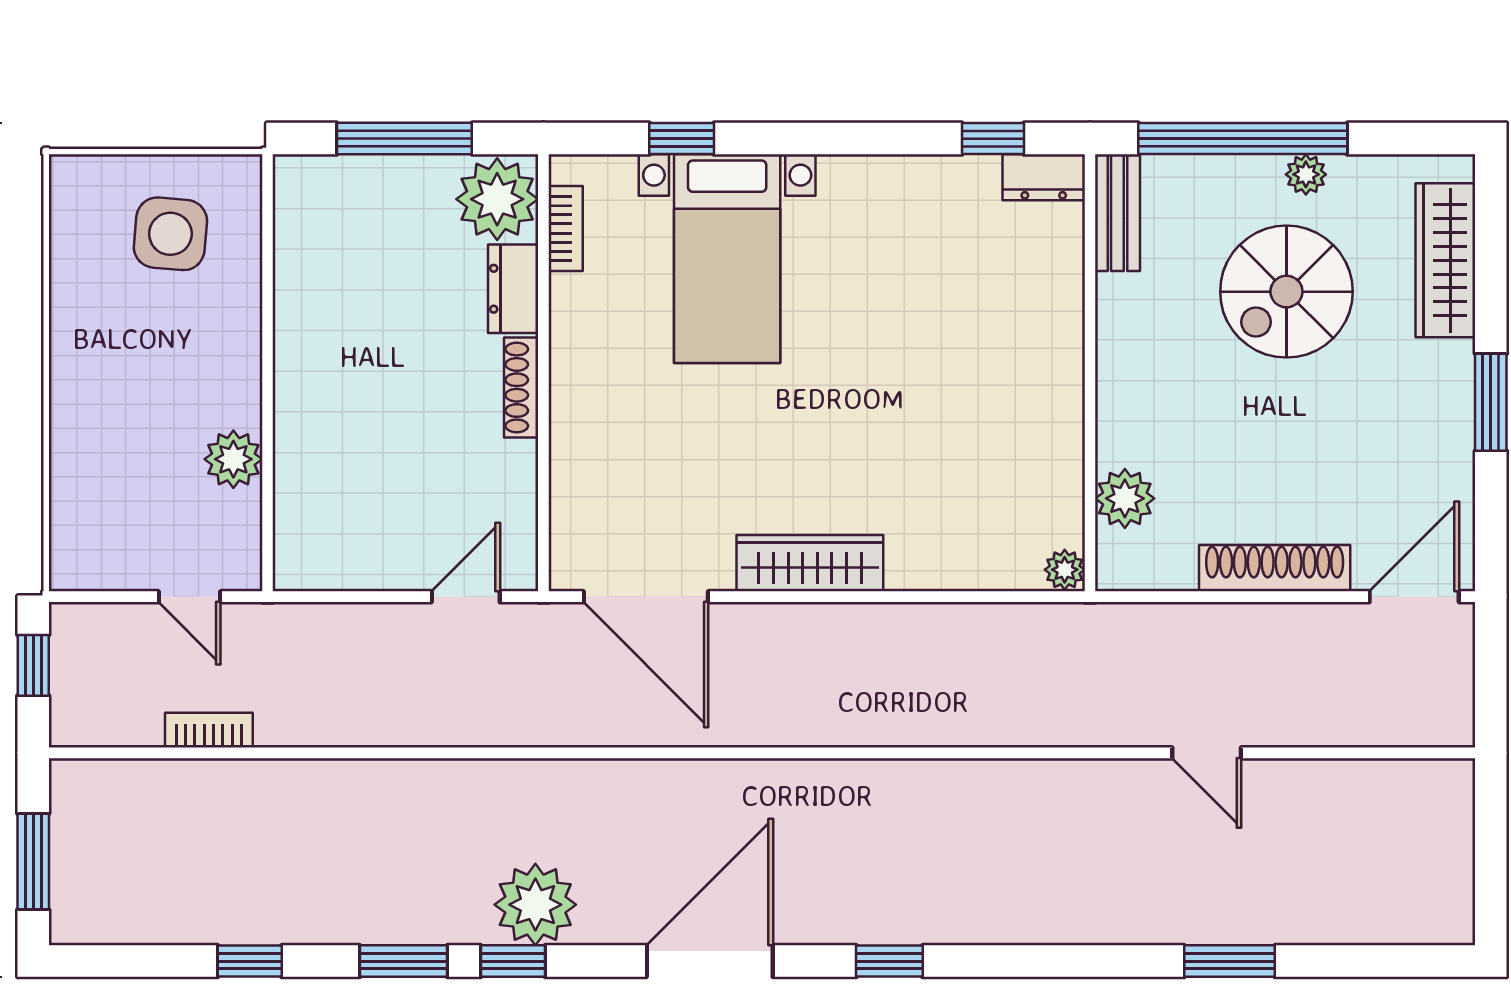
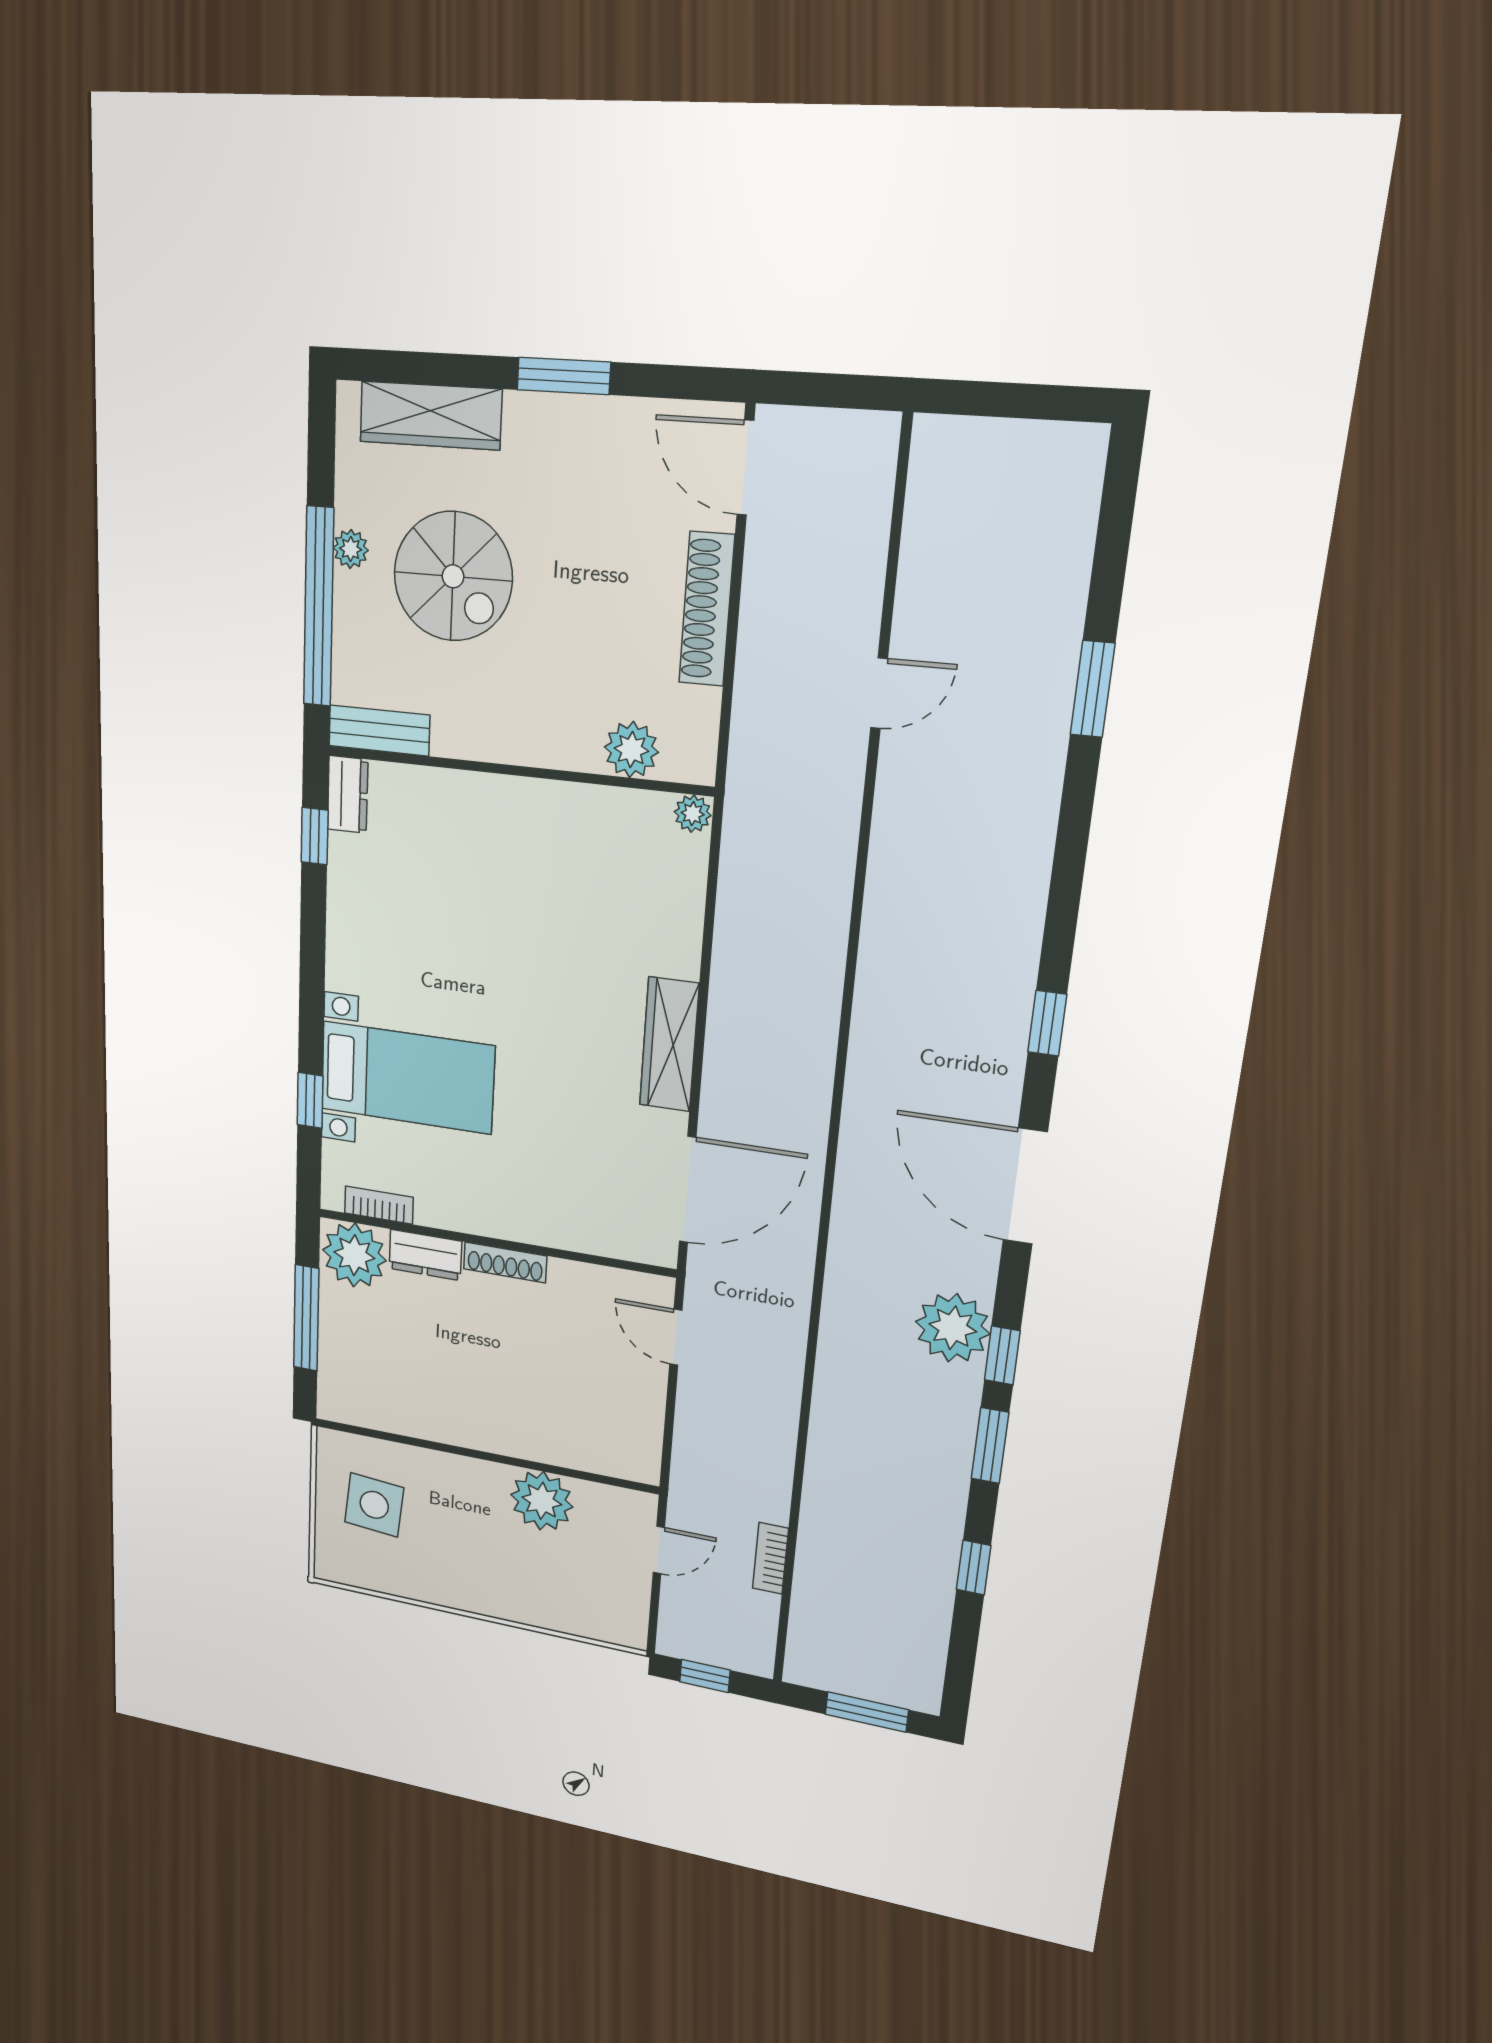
plant: (233, 459) -> (542, 1501), width x1.36, depth x1.36

